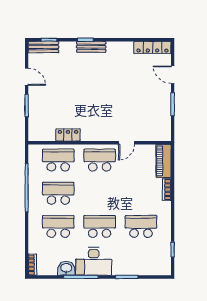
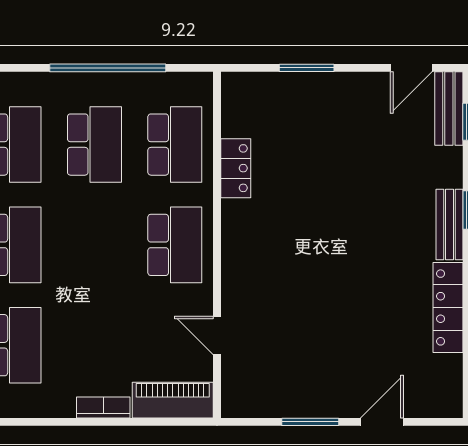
locker: (152, 47) -> (448, 307), moved
door: (27, 77) -> (411, 68), moved
door: (126, 143) -> (217, 335), moved

